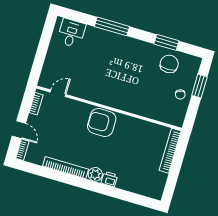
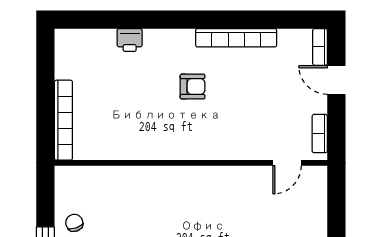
armchair: (102, 123) -> (193, 87), moved, width x0.53, depth x0.53
plant: (95, 174) -> (181, 41), removed
printer: (109, 179) -> (130, 40), moved

